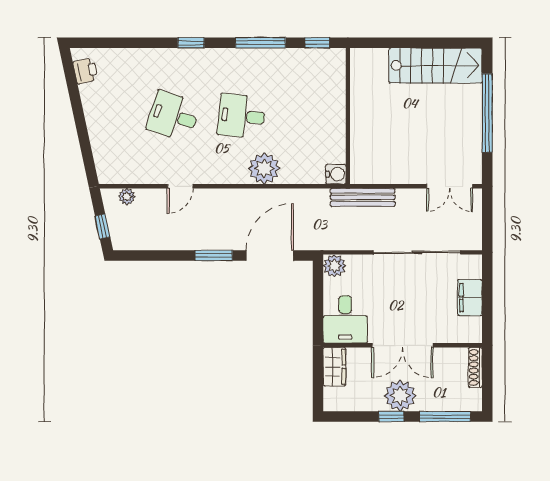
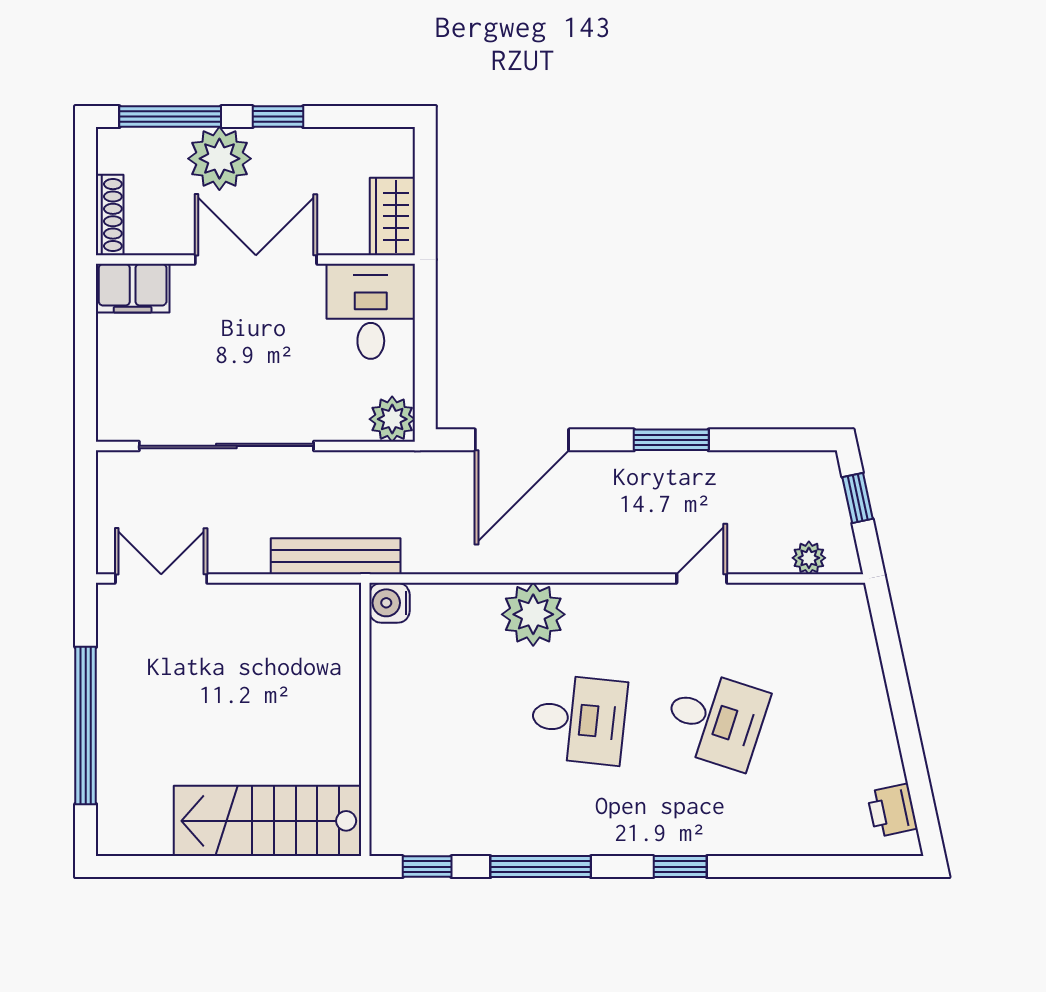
stairs: (435, 66) -> (267, 821), moved
window: (214, 255) -> (671, 440), moved
filing cabinet: (470, 298) -> (133, 288), moved, turned 90
plant: (400, 396) -> (219, 159), moved

